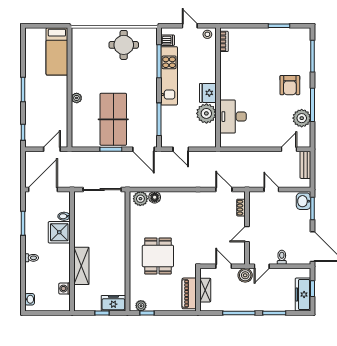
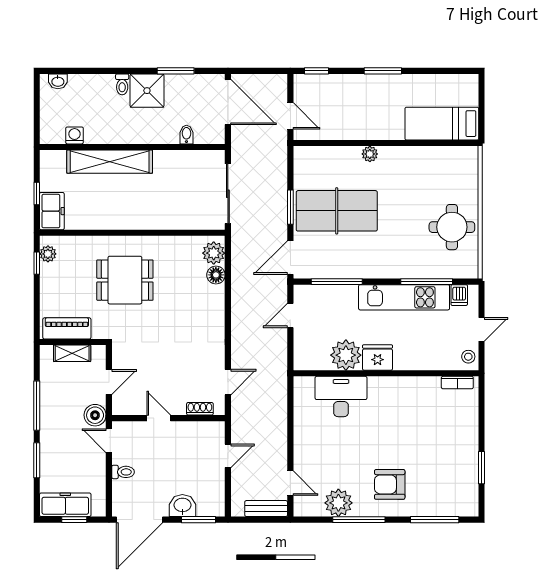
washbasin: (303, 201) -> (182, 506), moved
shower: (59, 232) -> (147, 91), moved
shelving: (81, 266) -> (110, 162), width x1.47

